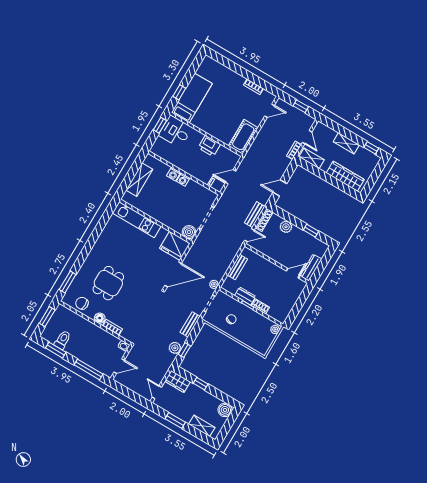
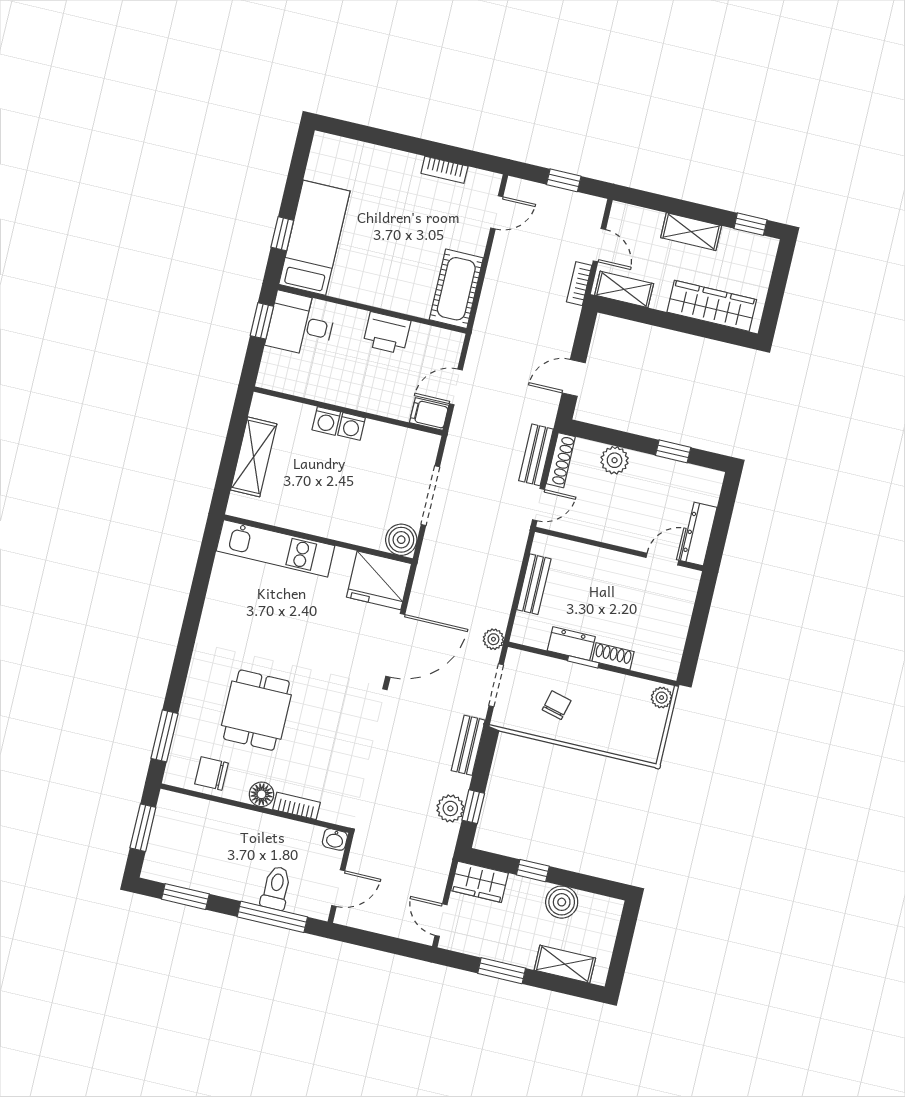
toilet: (63, 340) -> (276, 888), moved
boiler: (225, 410) -> (562, 902), moved

